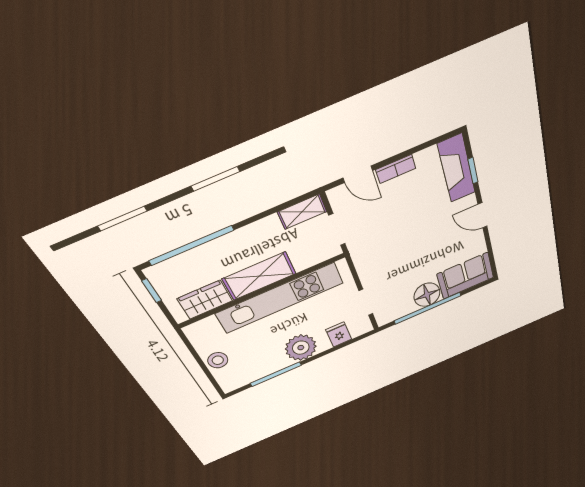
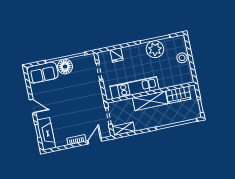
door: (358, 174) -> (95, 141), hinge flipped
kitchen unit: (280, 298) -> (134, 88), width x0.73
plant: (301, 348) -> (155, 49), moved

